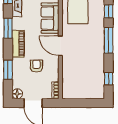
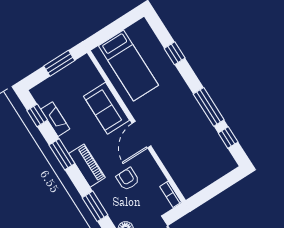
window: (109, 40) -> (209, 107), moved
door: (60, 46) -> (142, 135), hinge flipped

